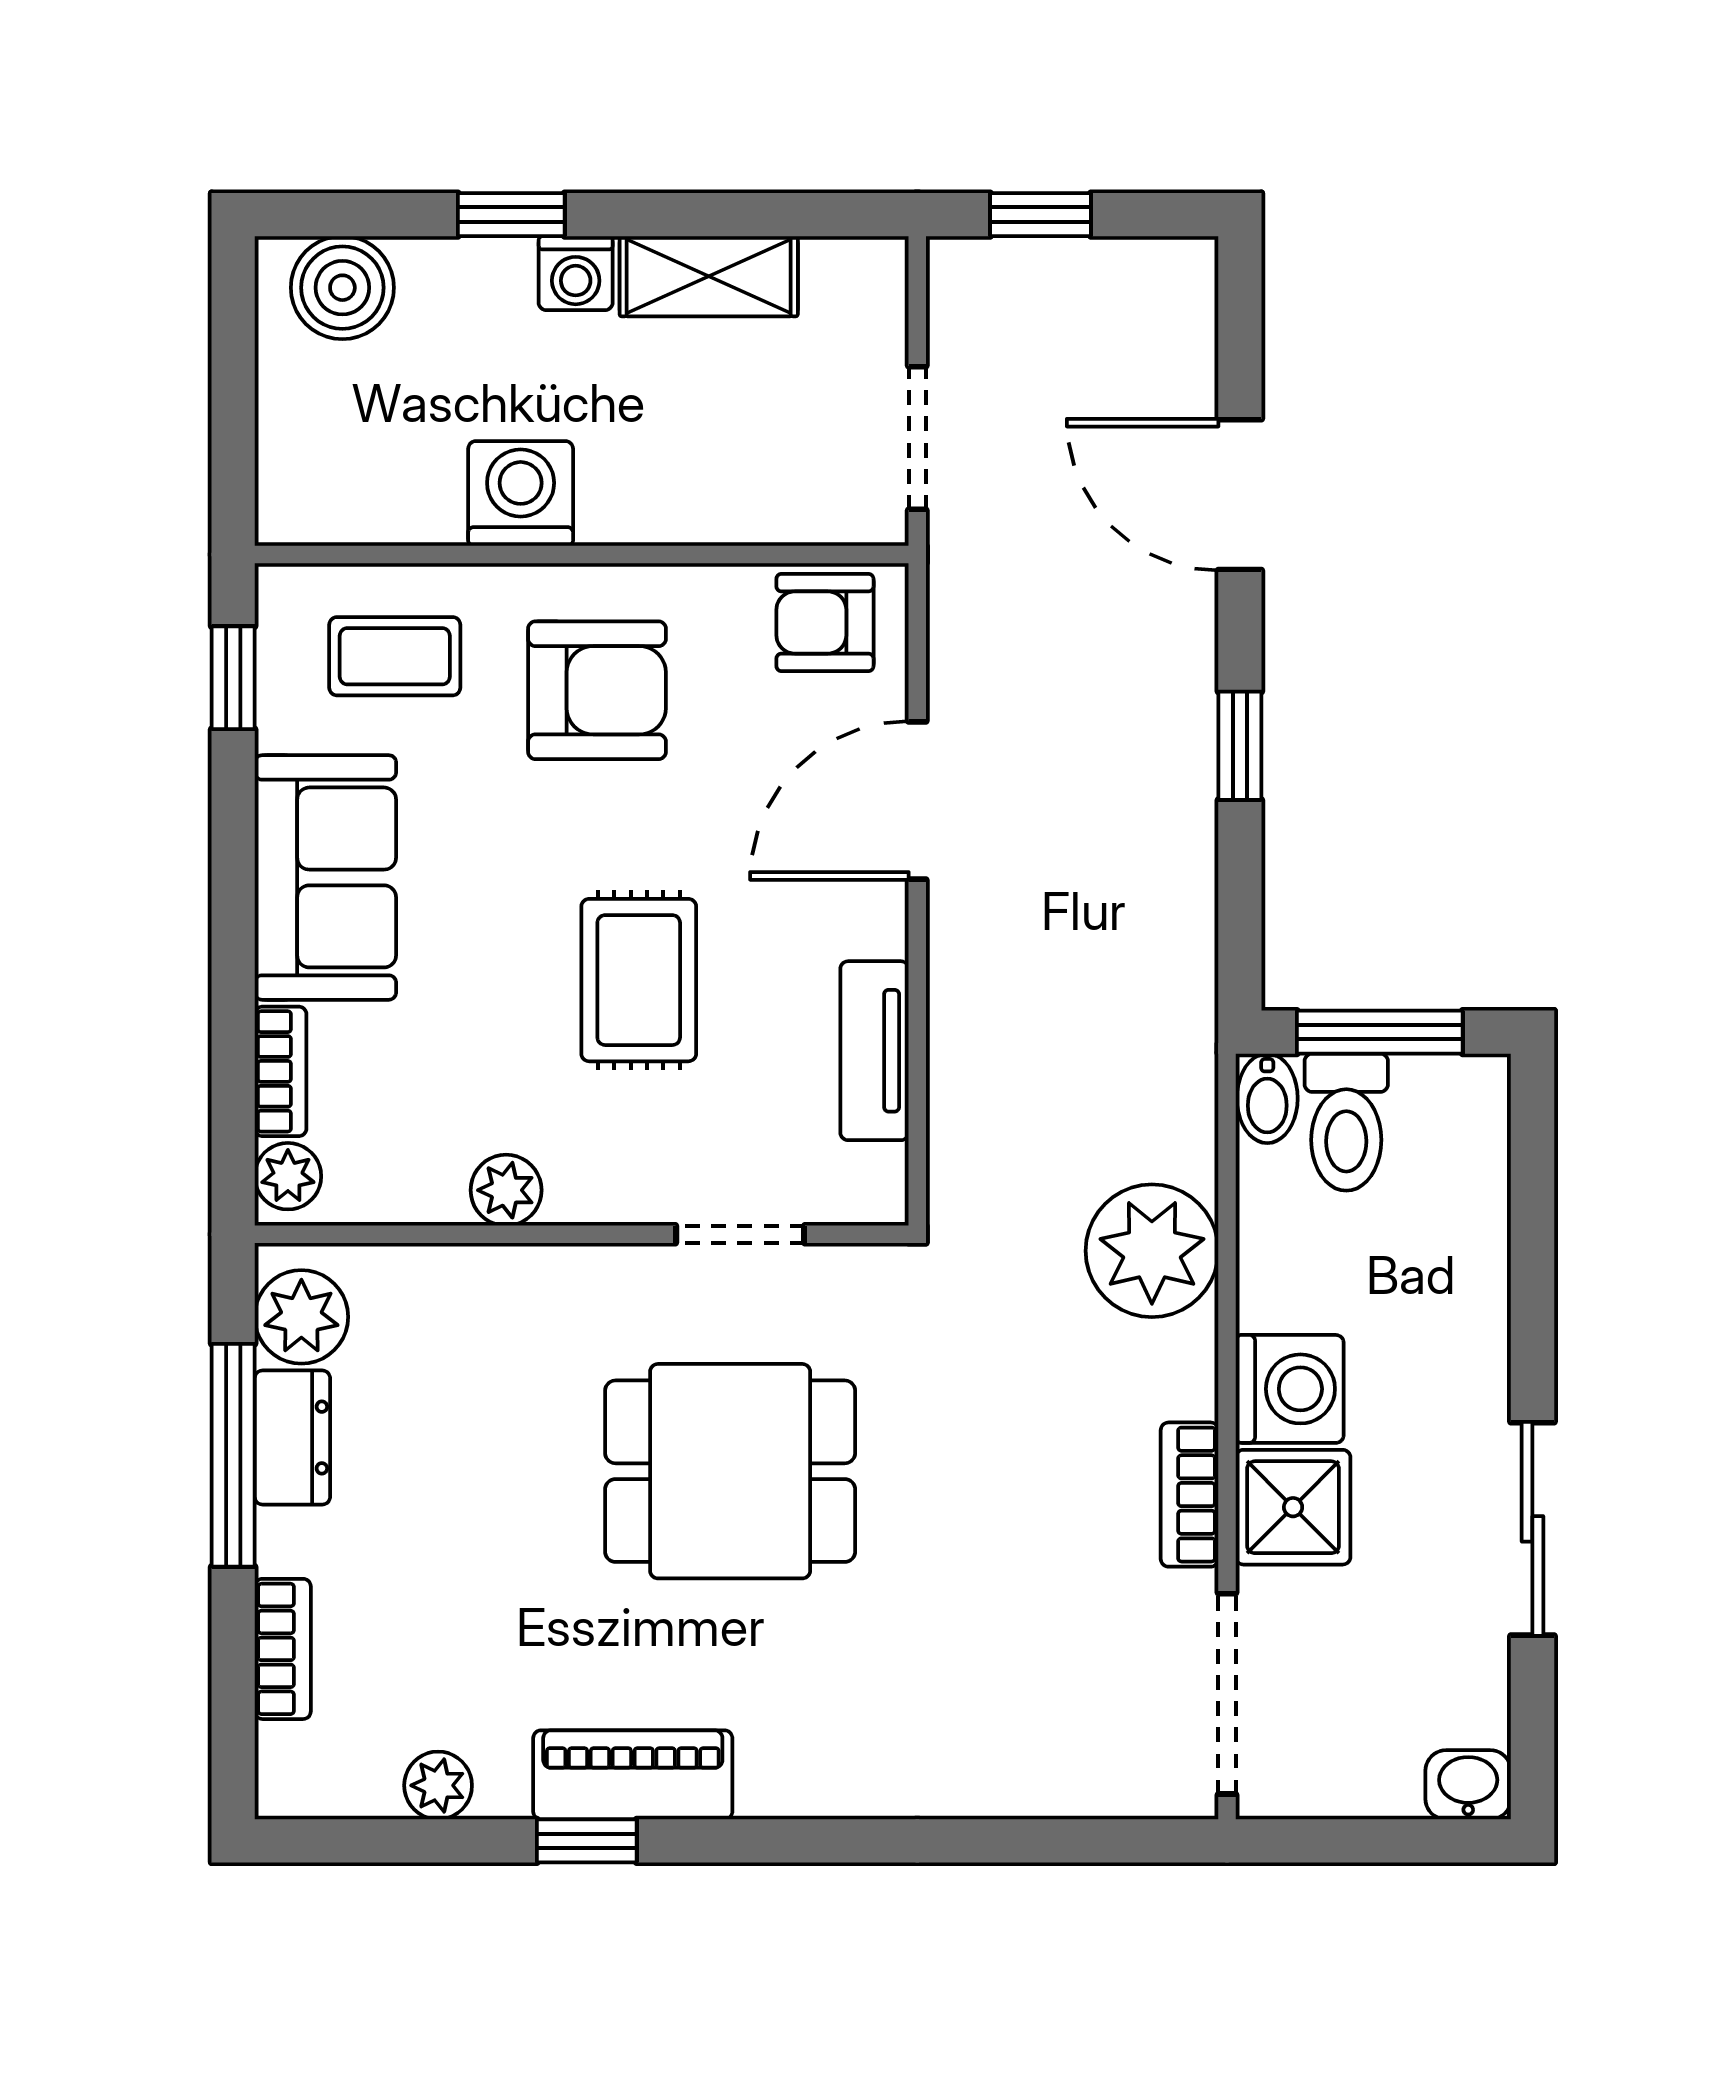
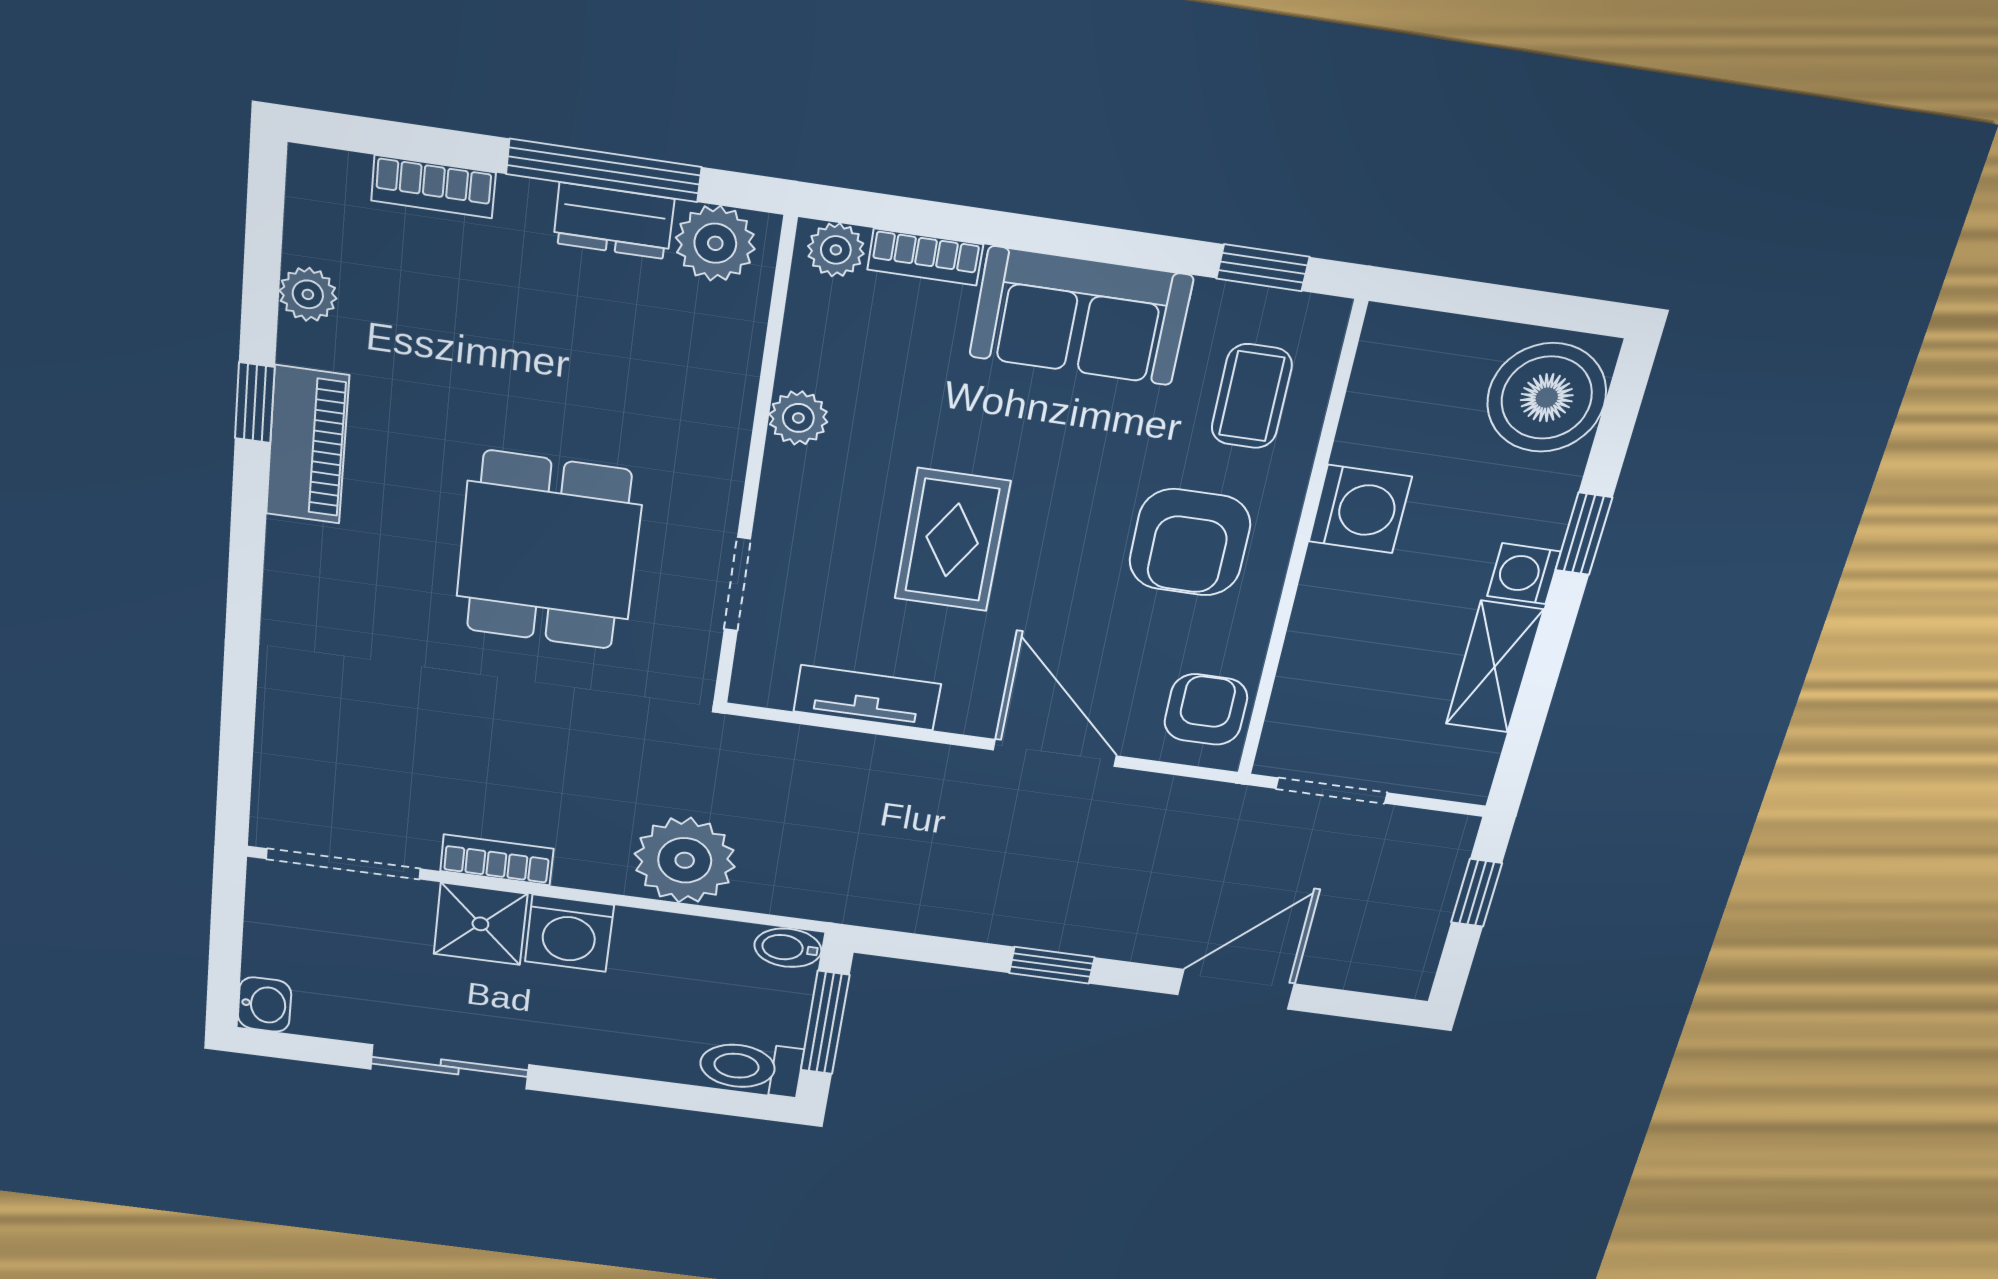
boiler: (342, 288) -> (1547, 398), width x1.37, depth x1.37
rug: (639, 980) -> (952, 540), turned 90
toilet: (1346, 1122) -> (750, 1067), moved

